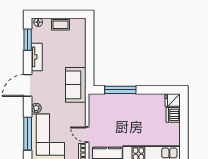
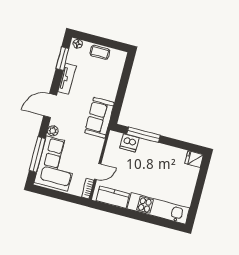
dishwasher: (173, 115) -> (129, 143), moved, turned -90
door: (87, 135) -> (98, 172), swing flipped

